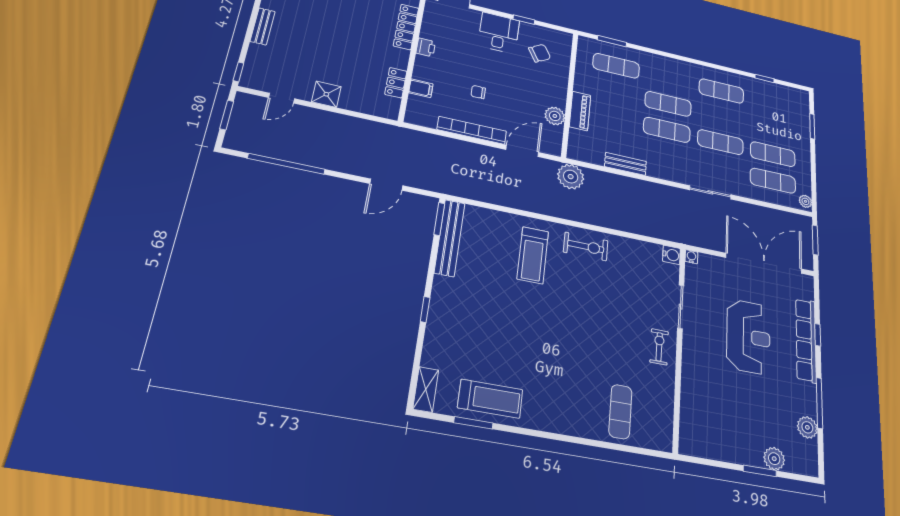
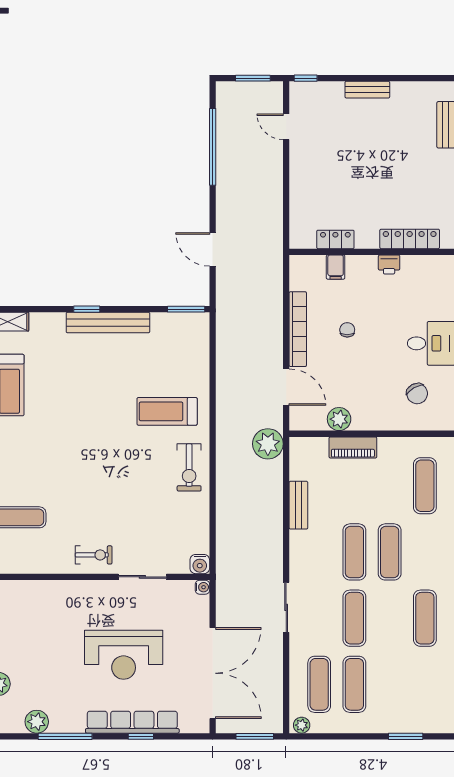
shower: (326, 94) -> (302, 170), removed
bench: (450, 238) -> (108, 323), moved

